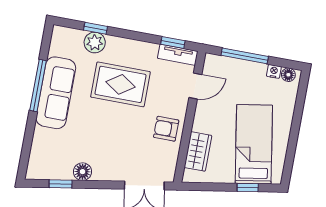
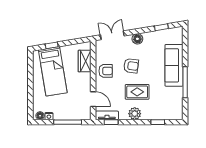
plant: (95, 43) -> (135, 114), moved
rug: (120, 84) -> (137, 92), width x0.73, depth x0.70
door: (195, 86) -> (93, 99), swing flipped
sofa: (56, 93) -> (174, 65), moved
armchair: (123, 129) -> (131, 66), added
floor lamp: (83, 172) -> (137, 39), moved

